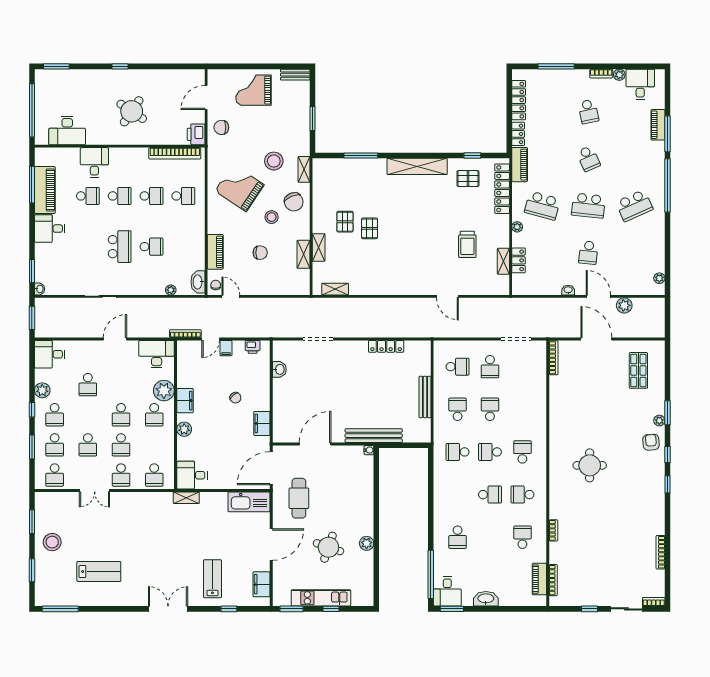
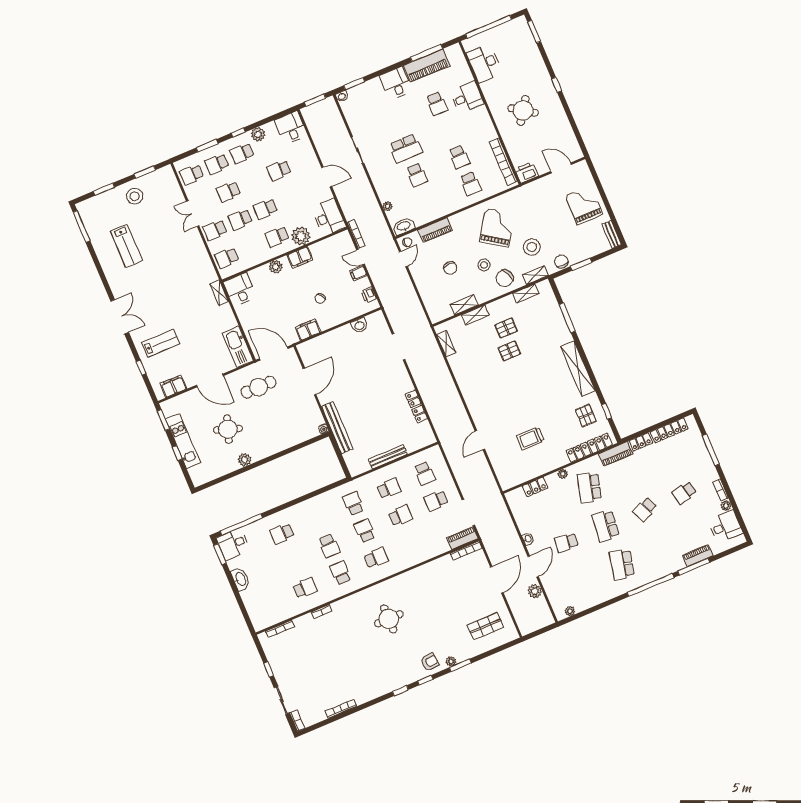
chair: (221, 127) -> (561, 262), moved
school desk: (120, 196) -> (448, 130), removed
school desk: (634, 206) -> (622, 564), turned 36
shelving: (503, 261) -> (526, 293), moved
door: (315, 444) -> (310, 382), hinge flipped
piano: (539, 579) -> (462, 538), moved

